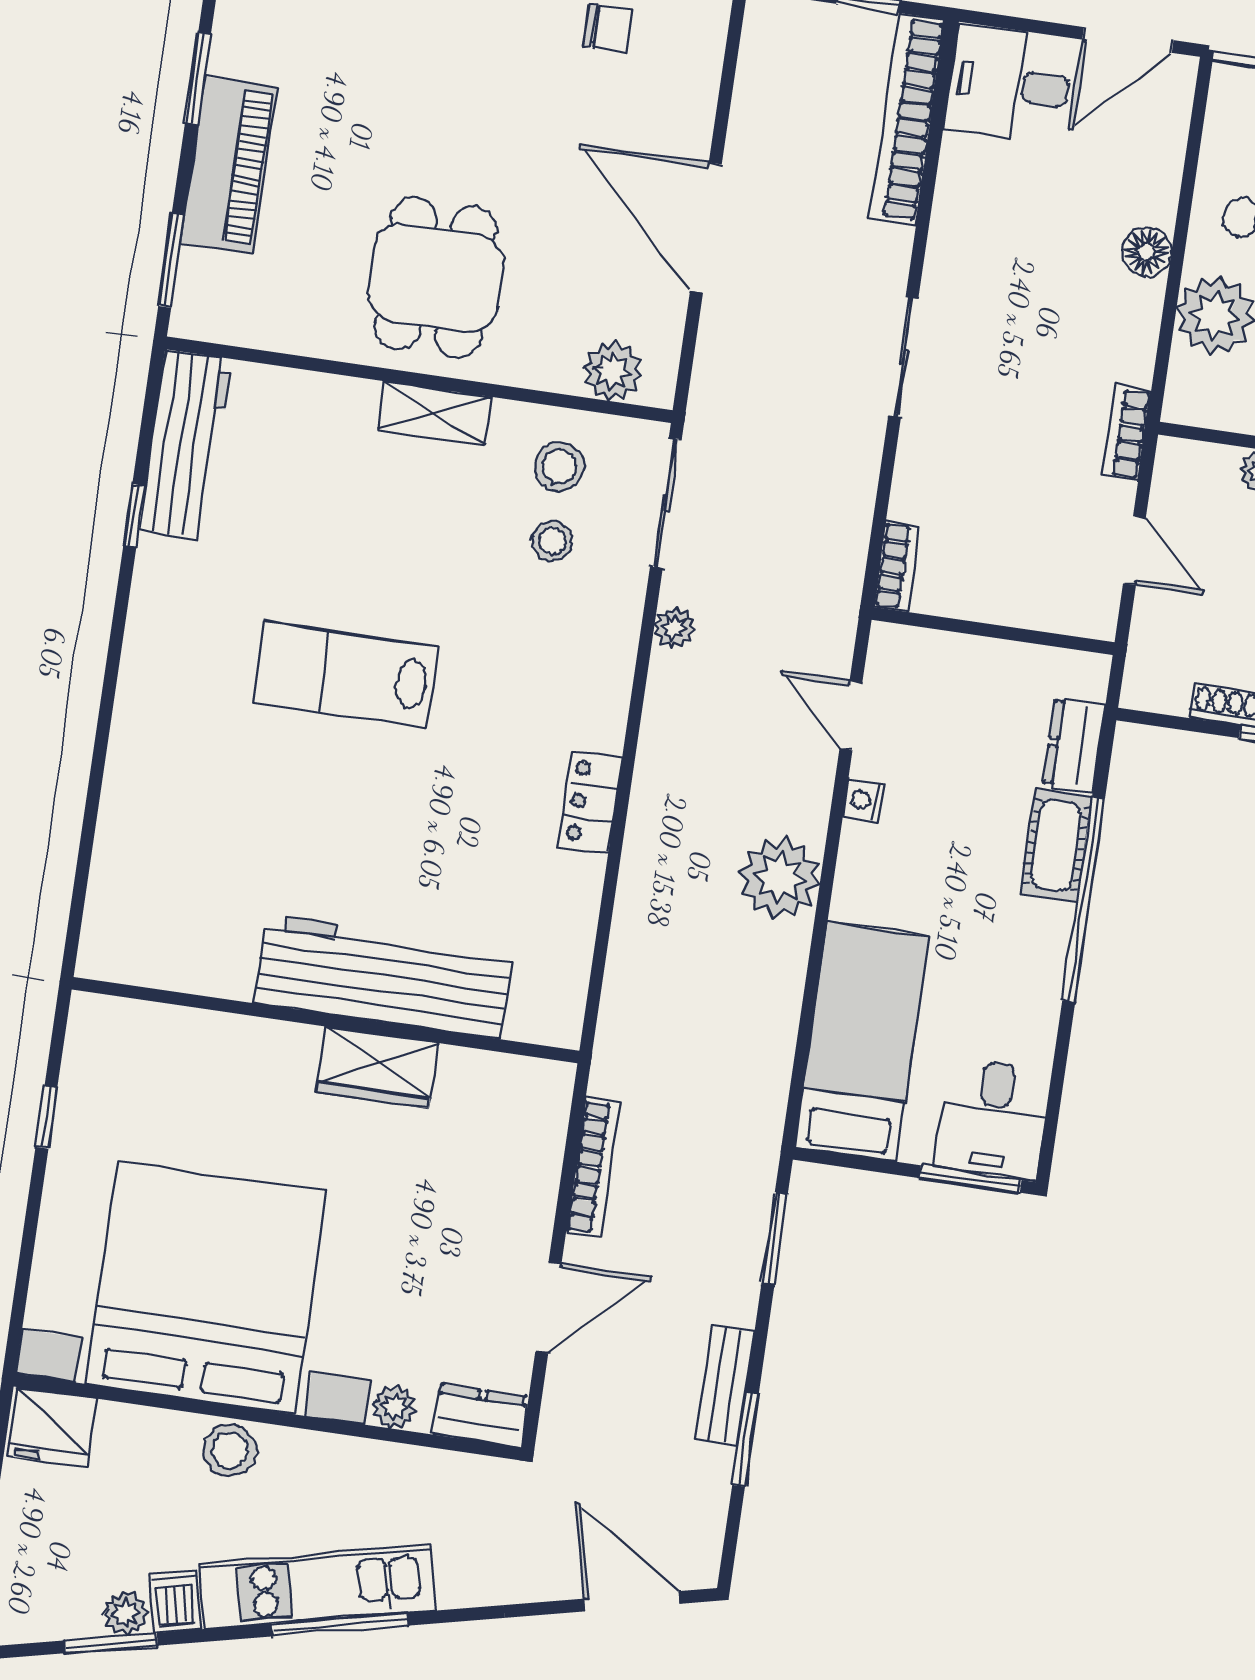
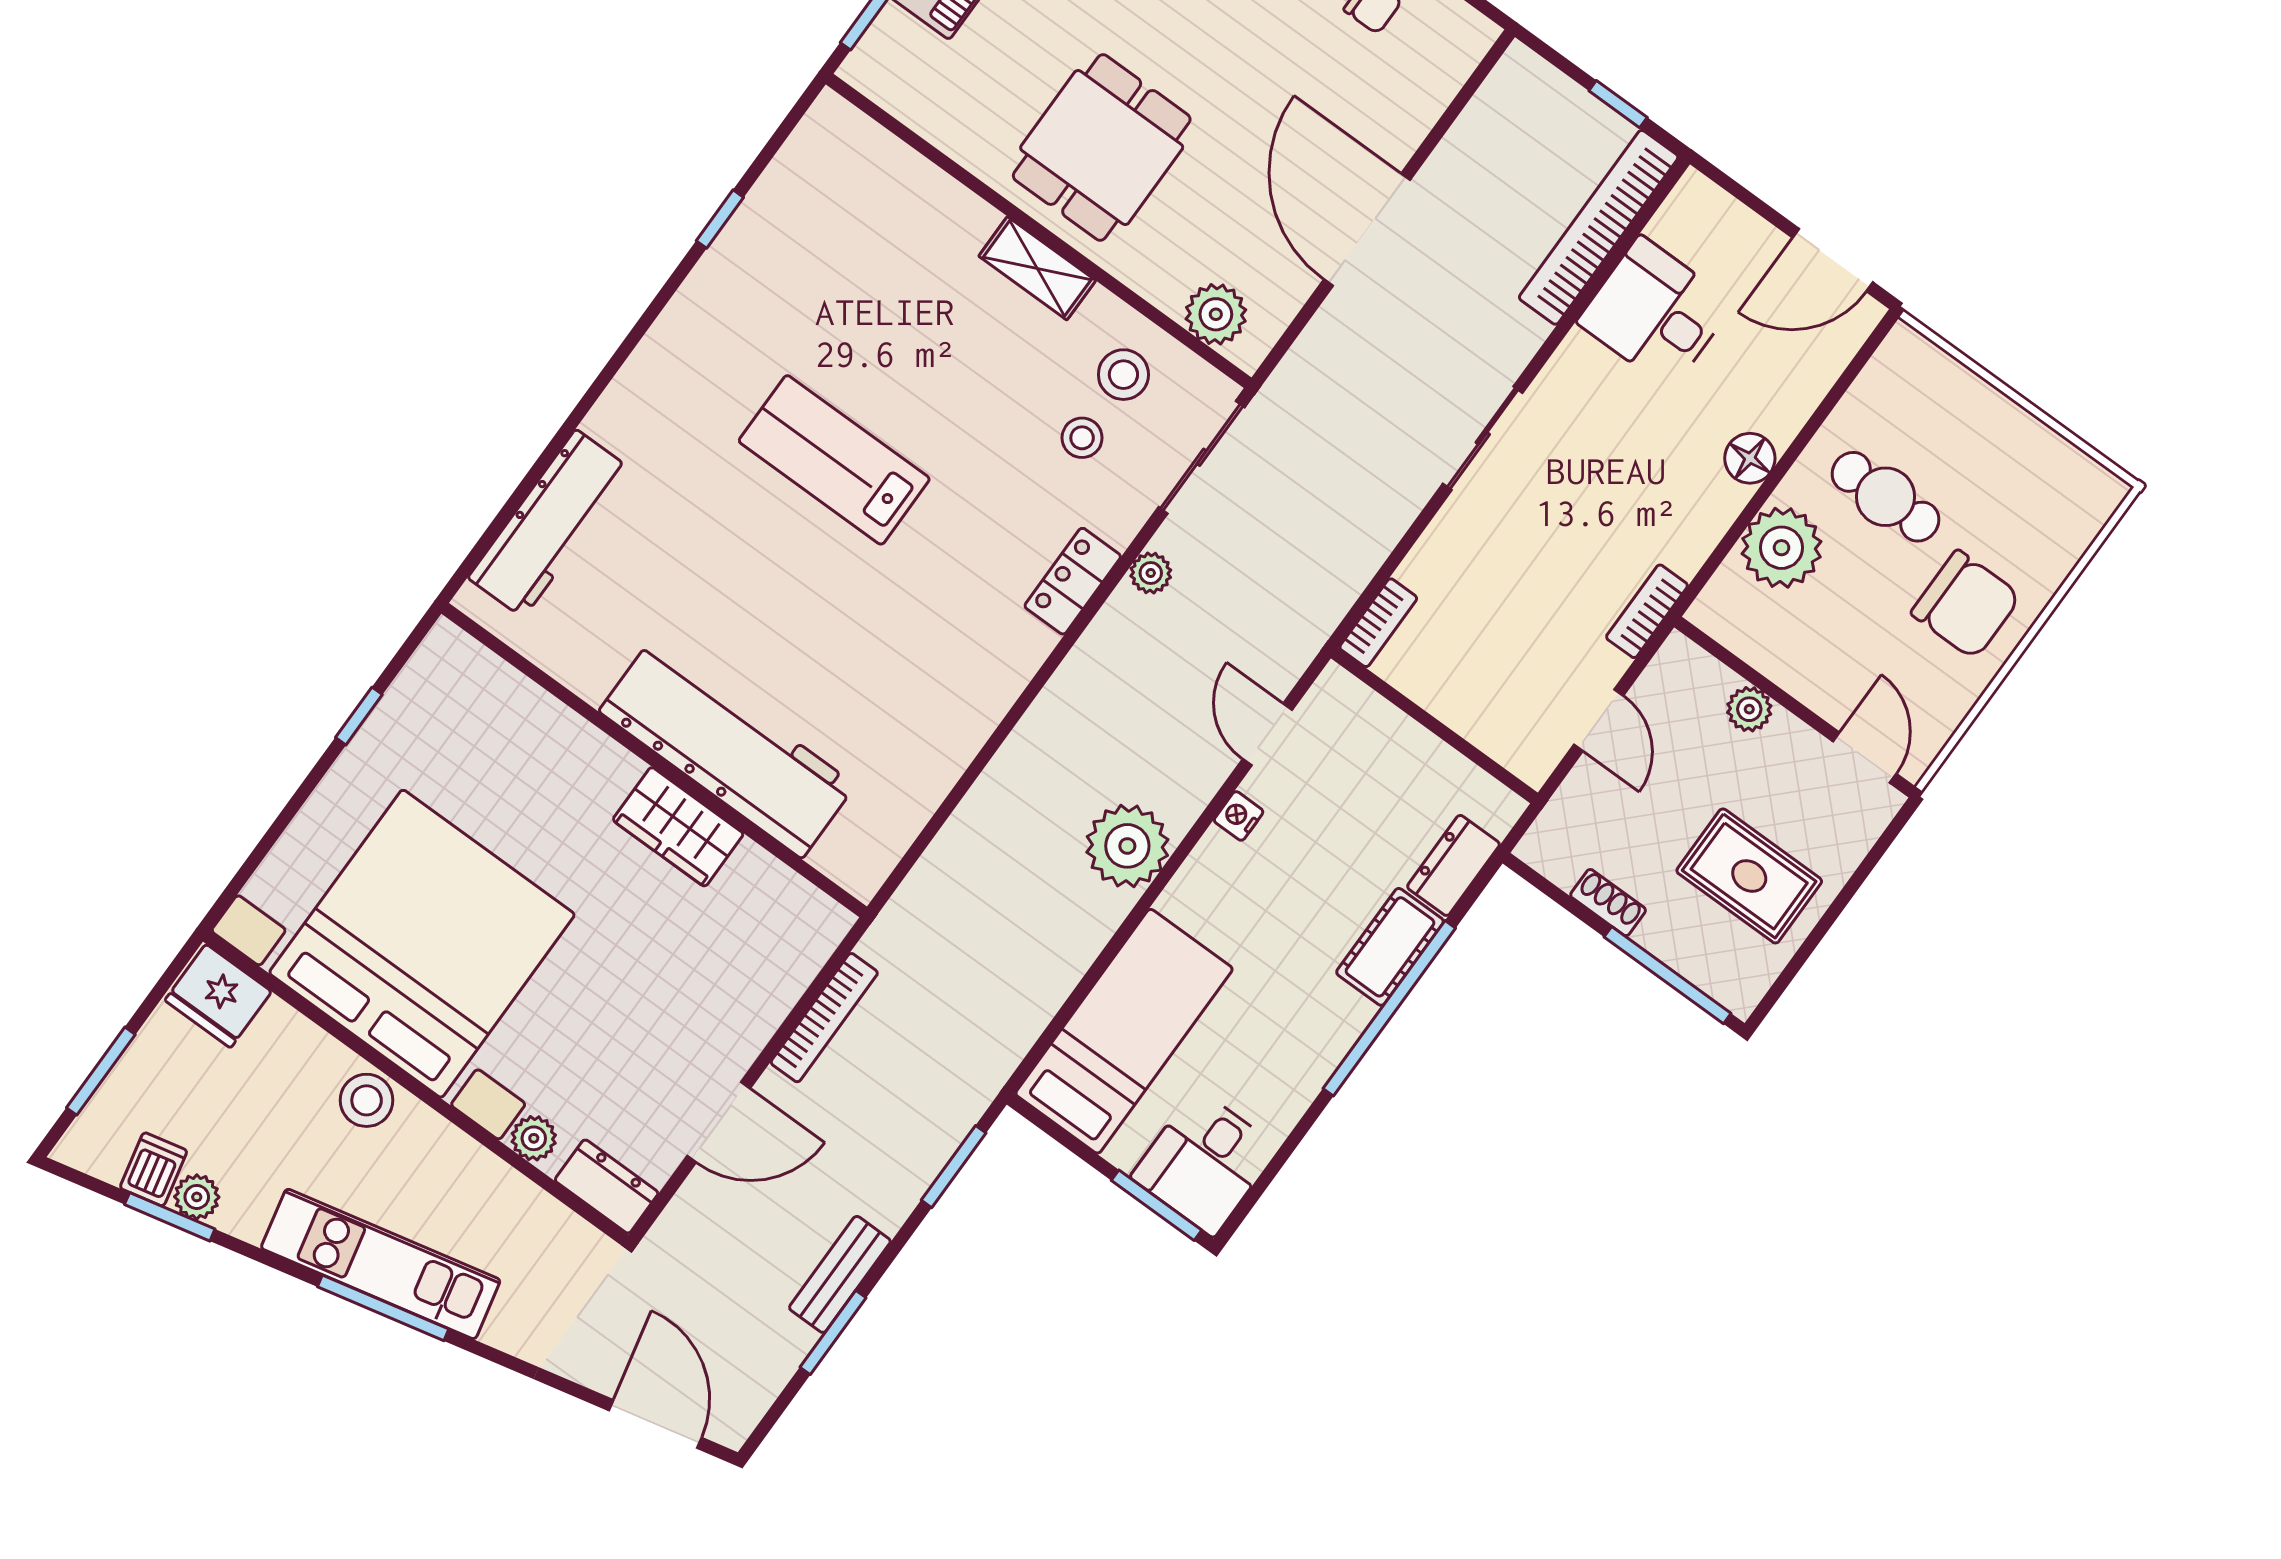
desk: (1009, 84) -> (1655, 313), moved
workbench: (186, 445) -> (550, 524), moved
locker: (591, 802) -> (1073, 581), moved
dishwasher: (175, 1601) -> (154, 1169), moved

